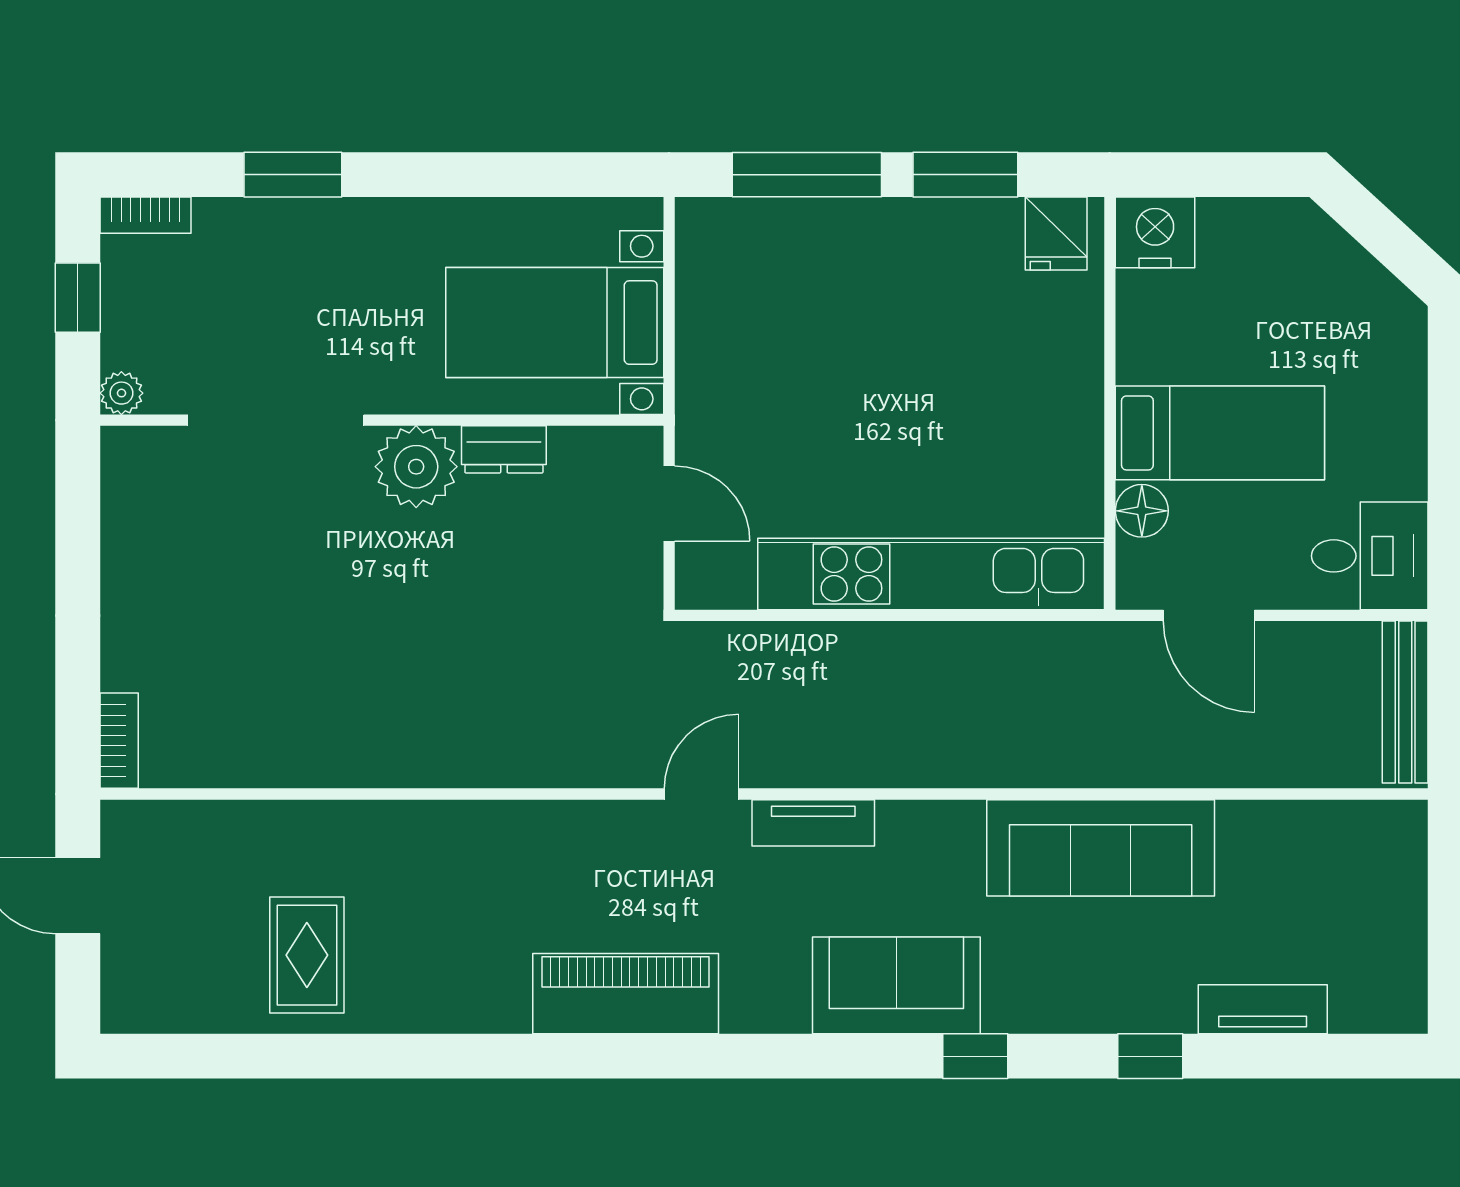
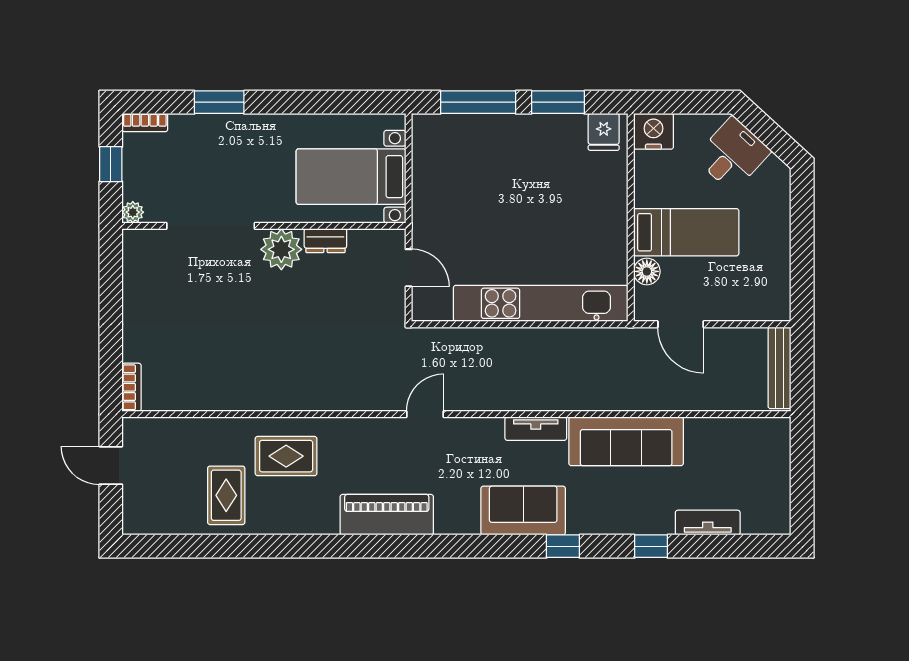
desk: (1370, 556) -> (733, 154), moved, turned -47
tv unit: (813, 823) -> (536, 429), moved
rug: (426, 877) -> (286, 456), added

